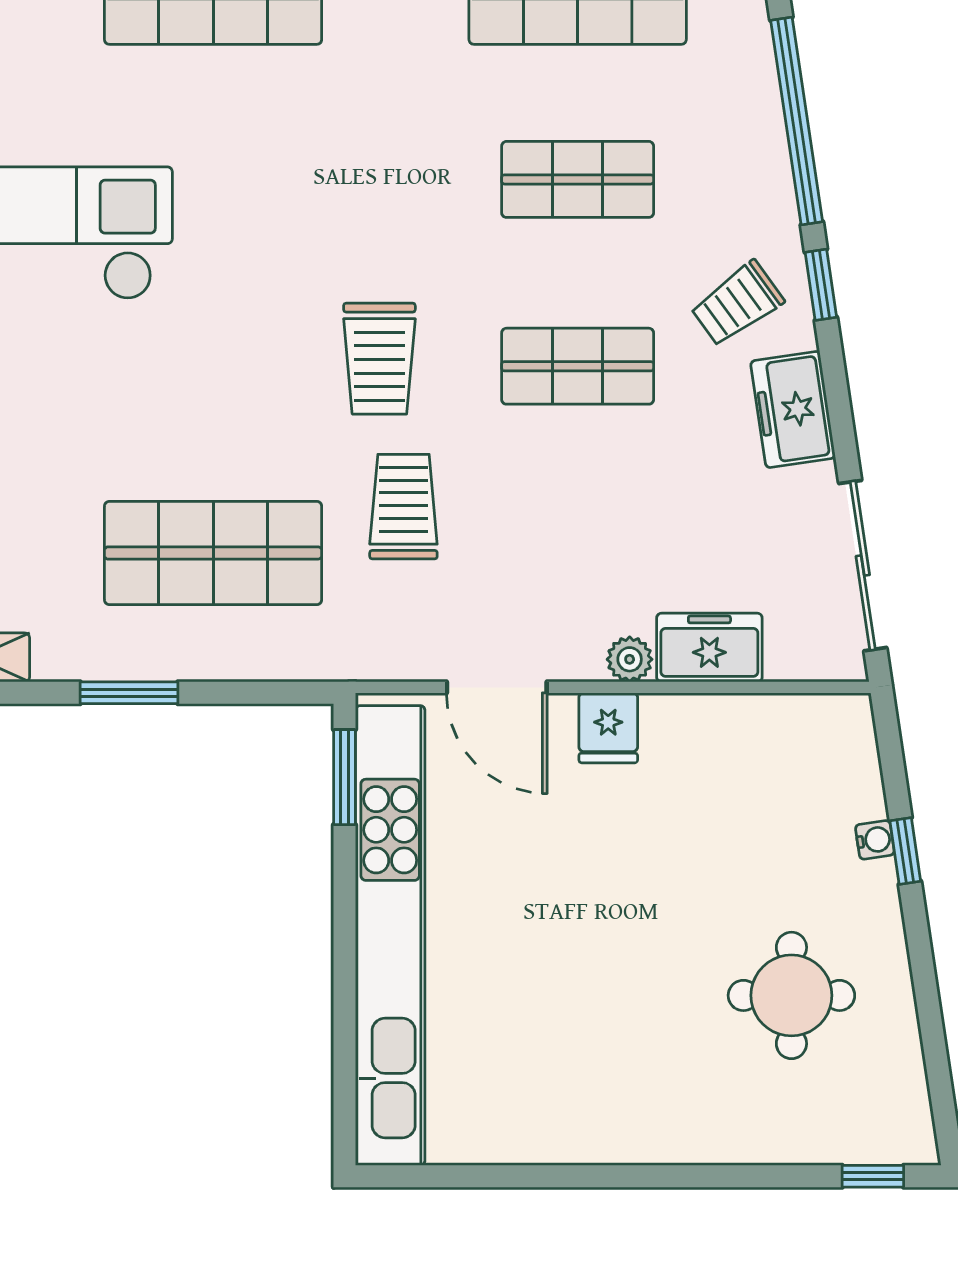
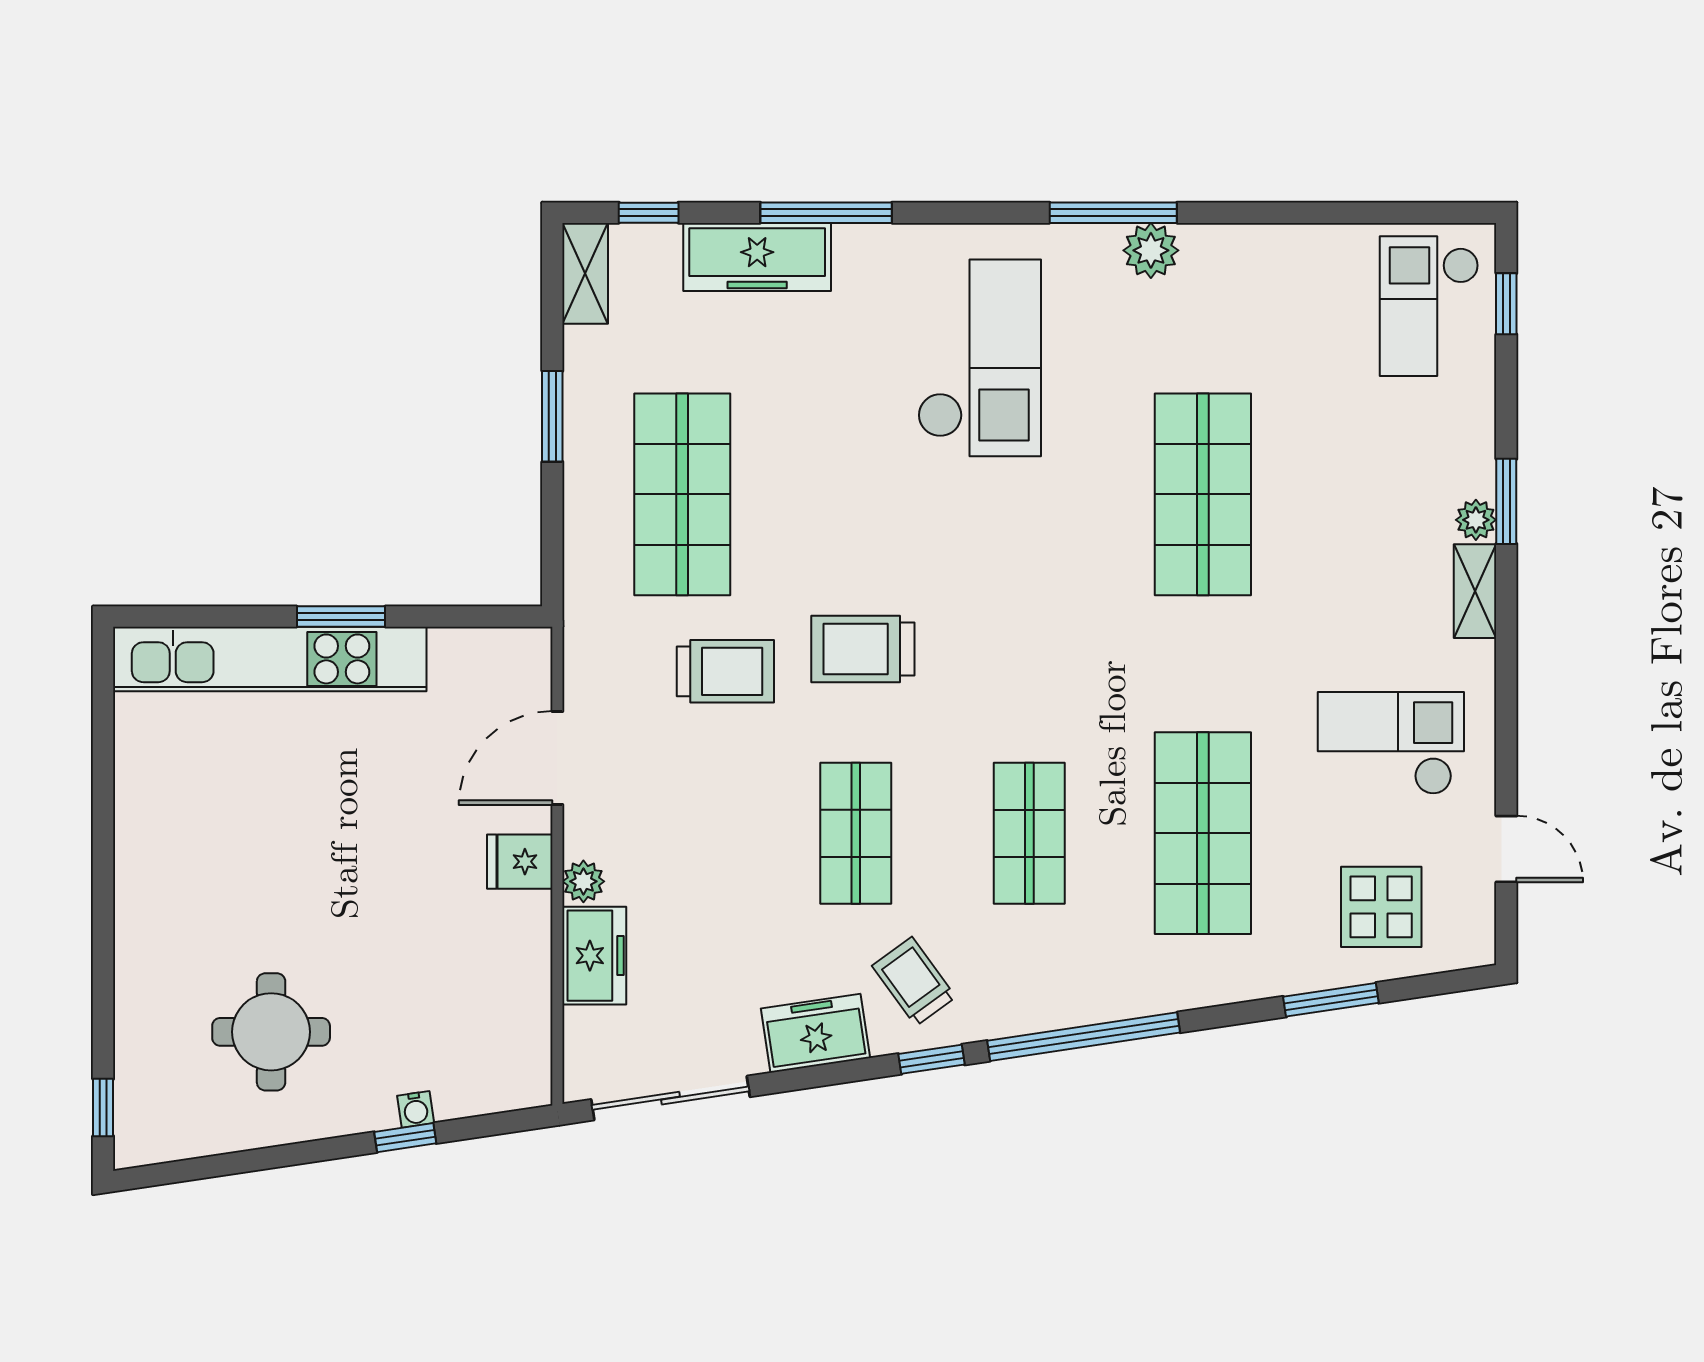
window: (344, 777) -> (341, 616), moved
kitchen unit: (390, 936) -> (270, 659), width x0.73

